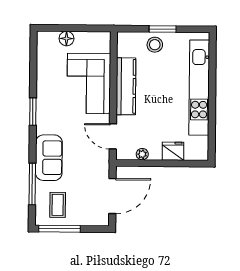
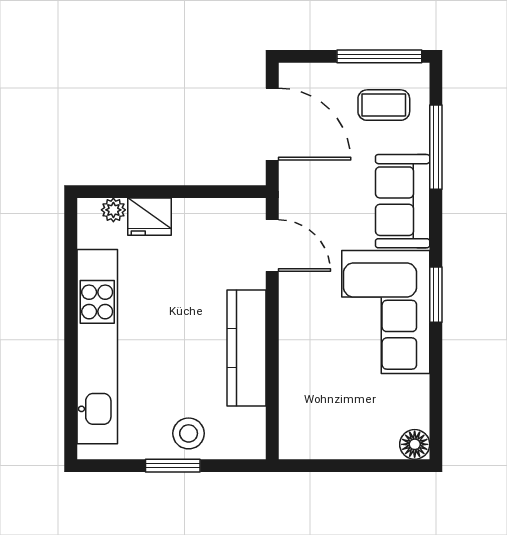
floor lamp: (66, 39) -> (415, 444), moved
corner sofa: (89, 83) -> (386, 312), moved, turned 180
plant: (142, 154) -> (113, 210), moved
door: (112, 196) -> (272, 124), swing flipped
coffee table: (58, 205) -> (384, 105), turned 90

